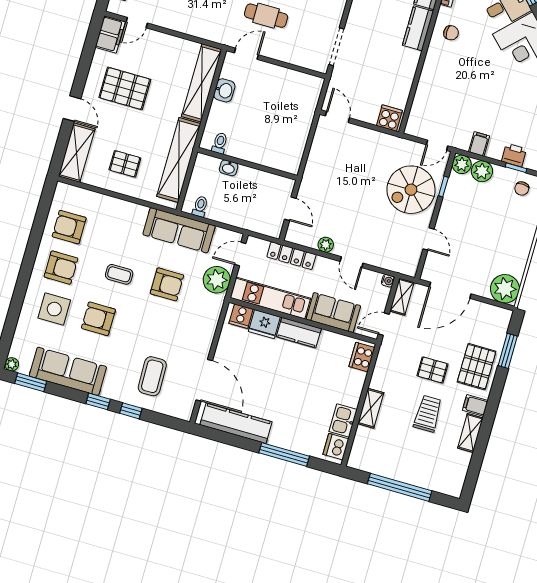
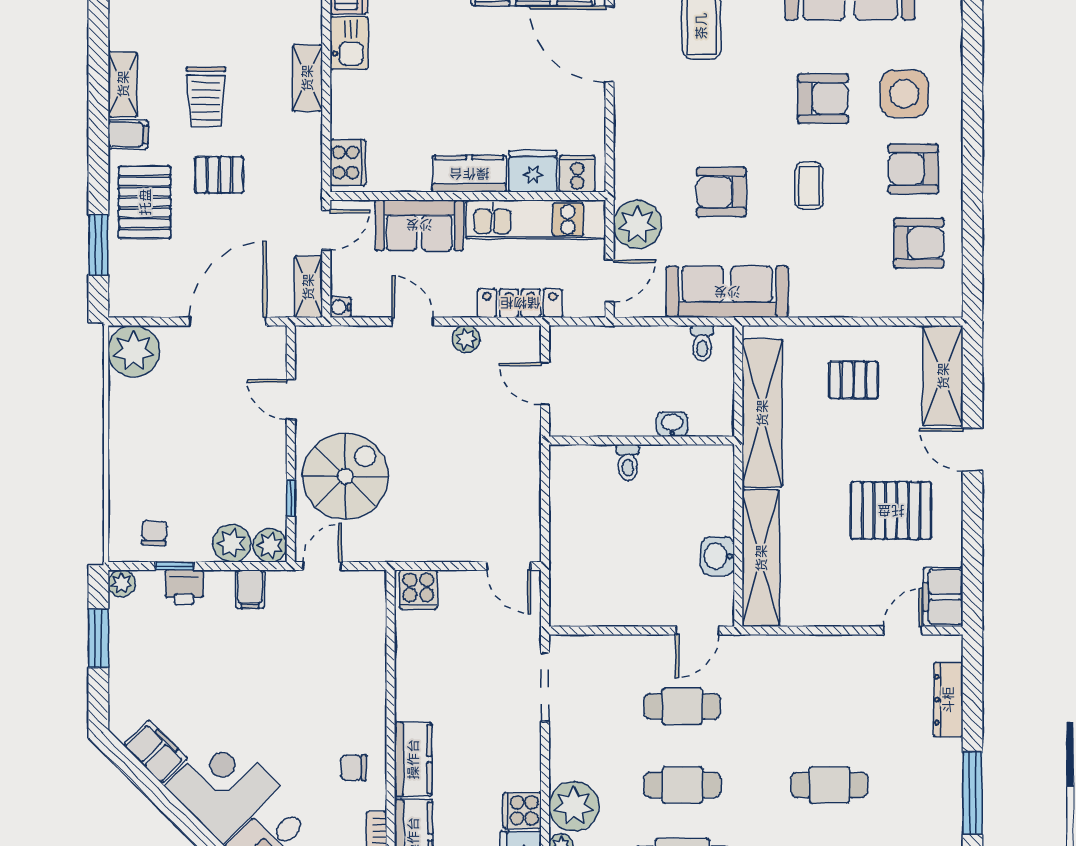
toilet: (220, 143) -> (628, 463), moved
coffee table: (119, 274) -> (809, 186), turned 90

